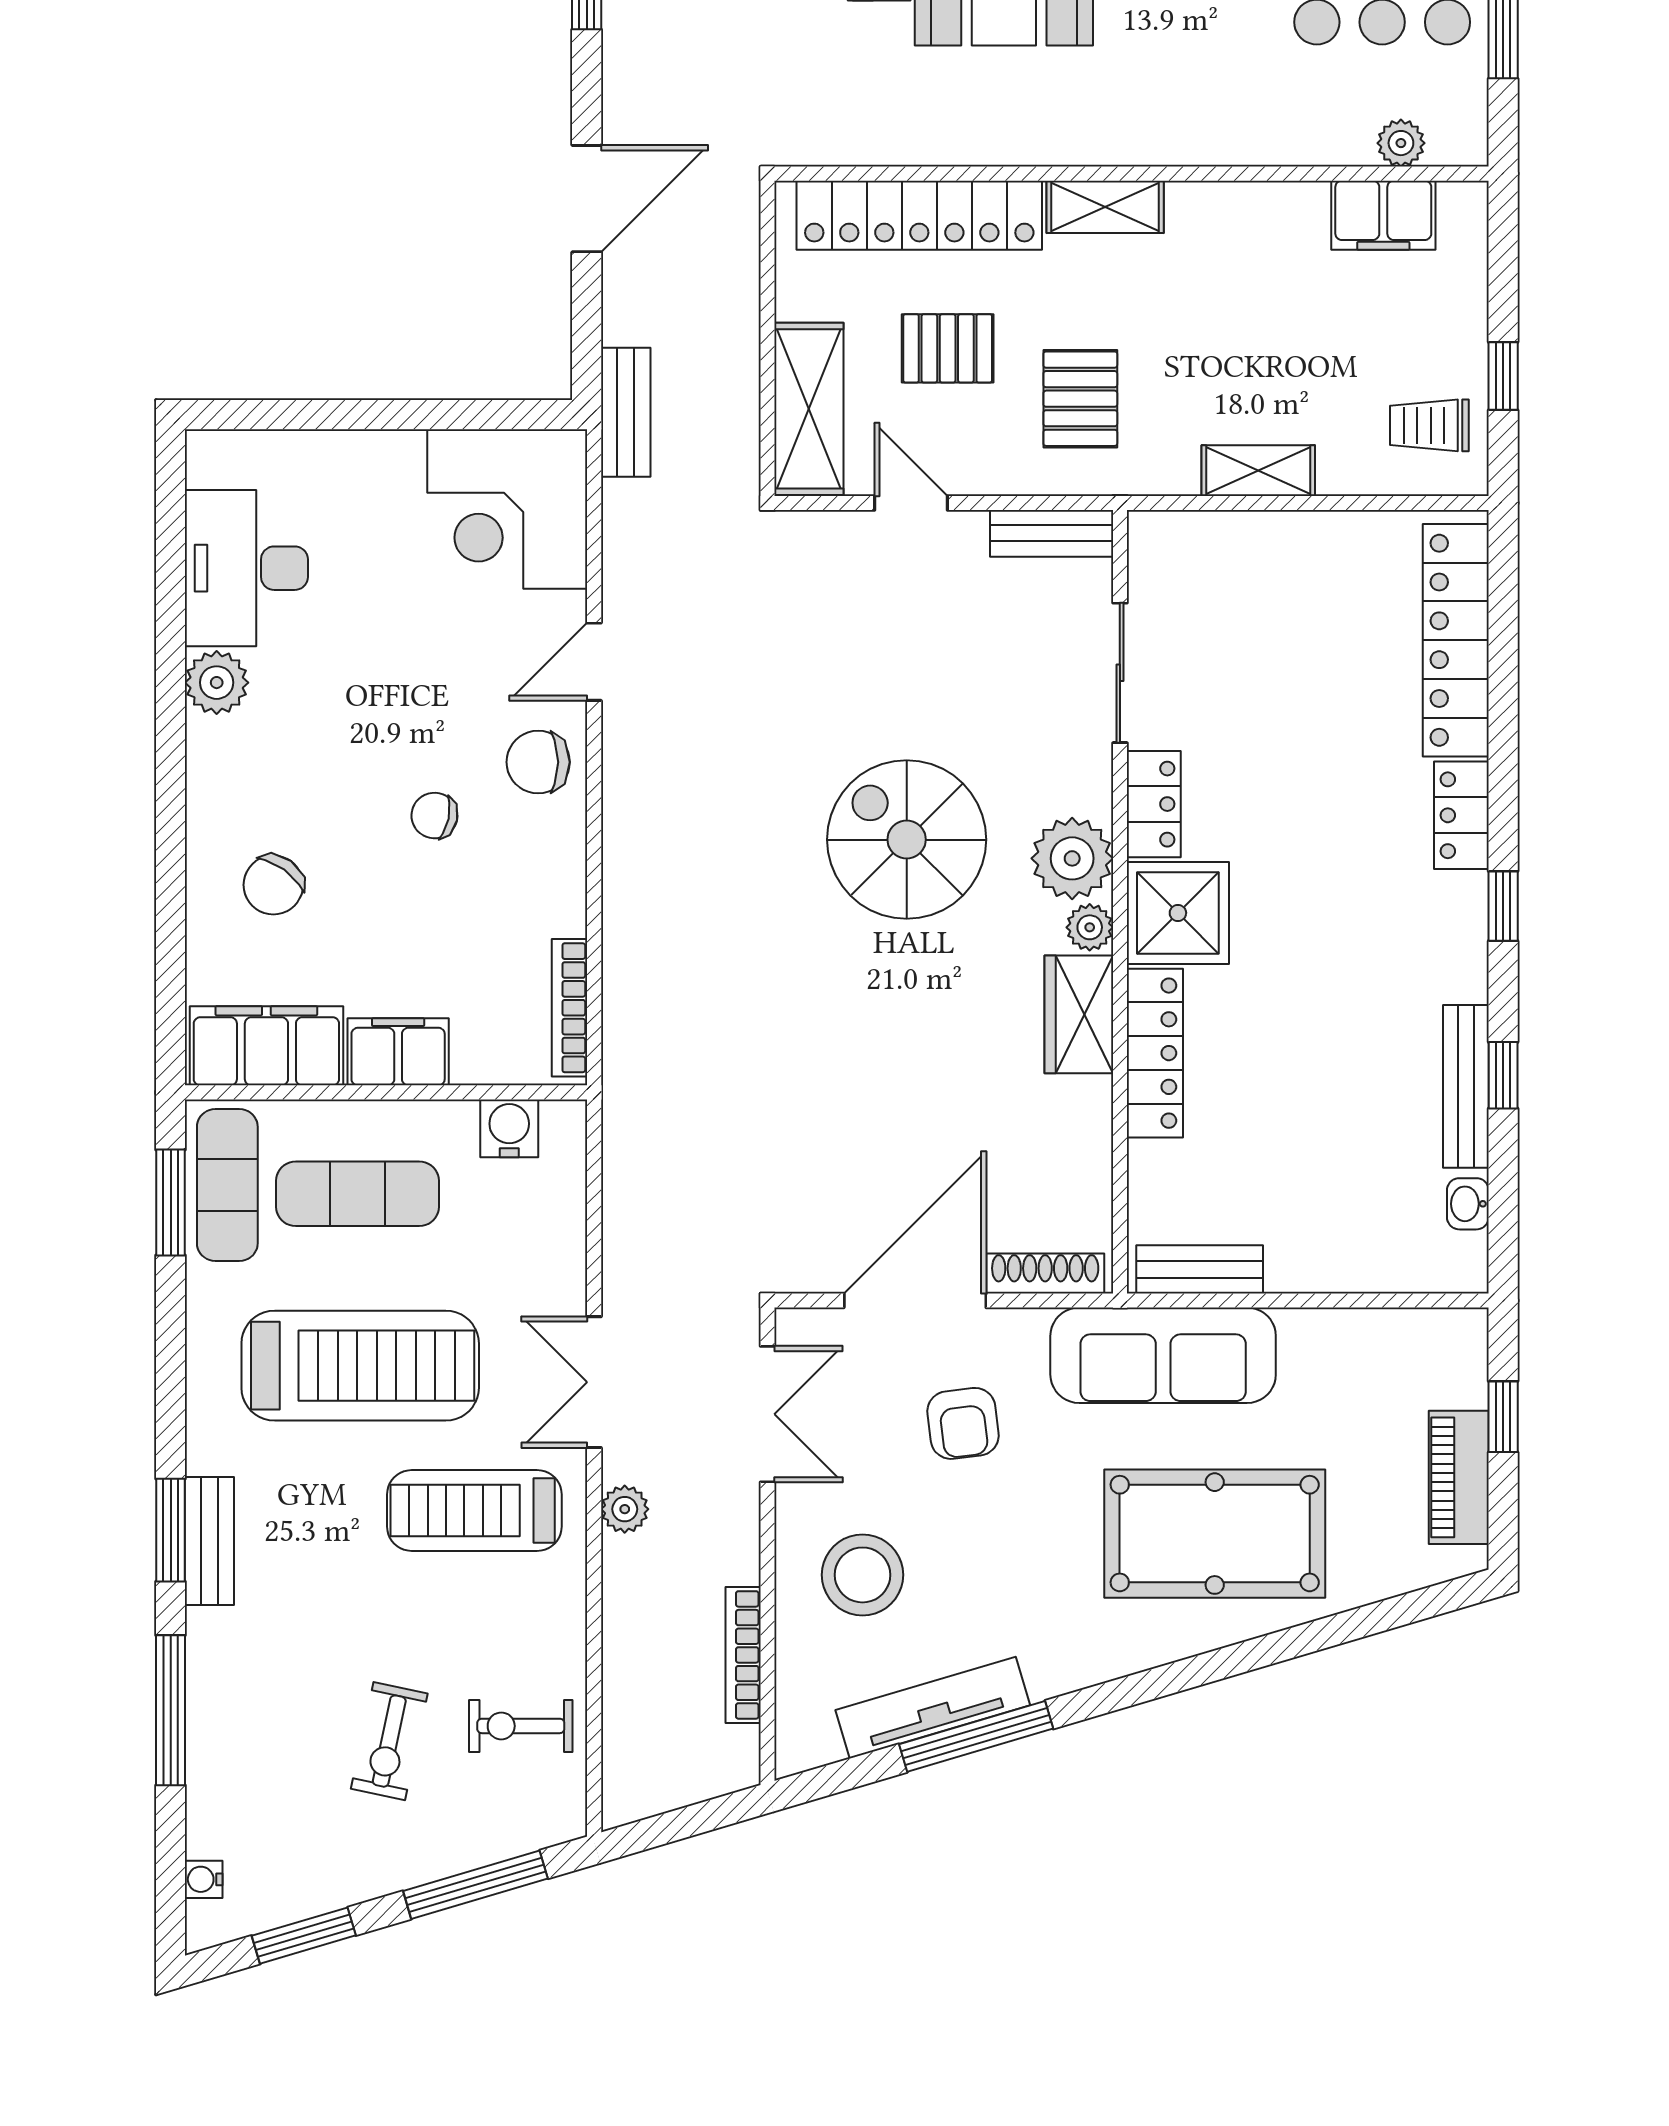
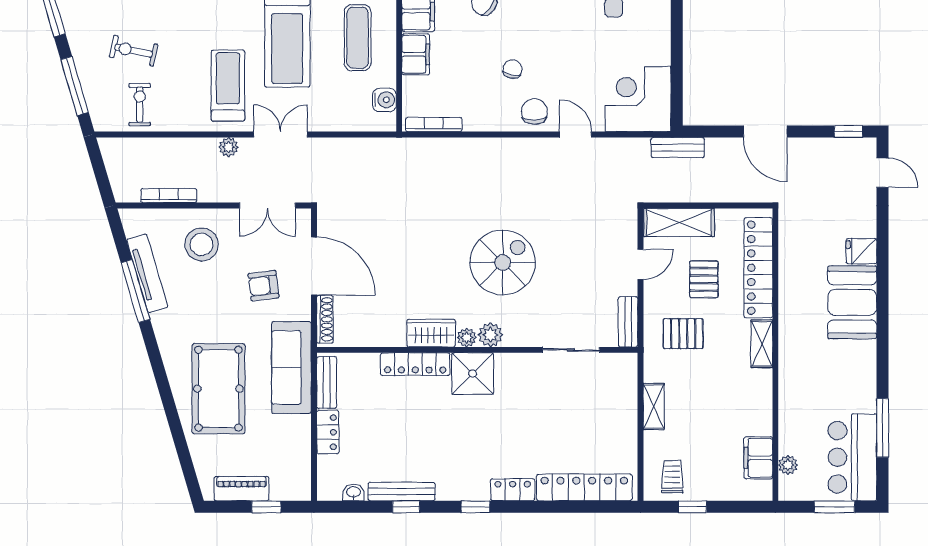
locker: (1154, 804) -> (328, 432), moved, turned -90
plant: (1072, 858) -> (490, 335), width x0.73, depth x0.73

